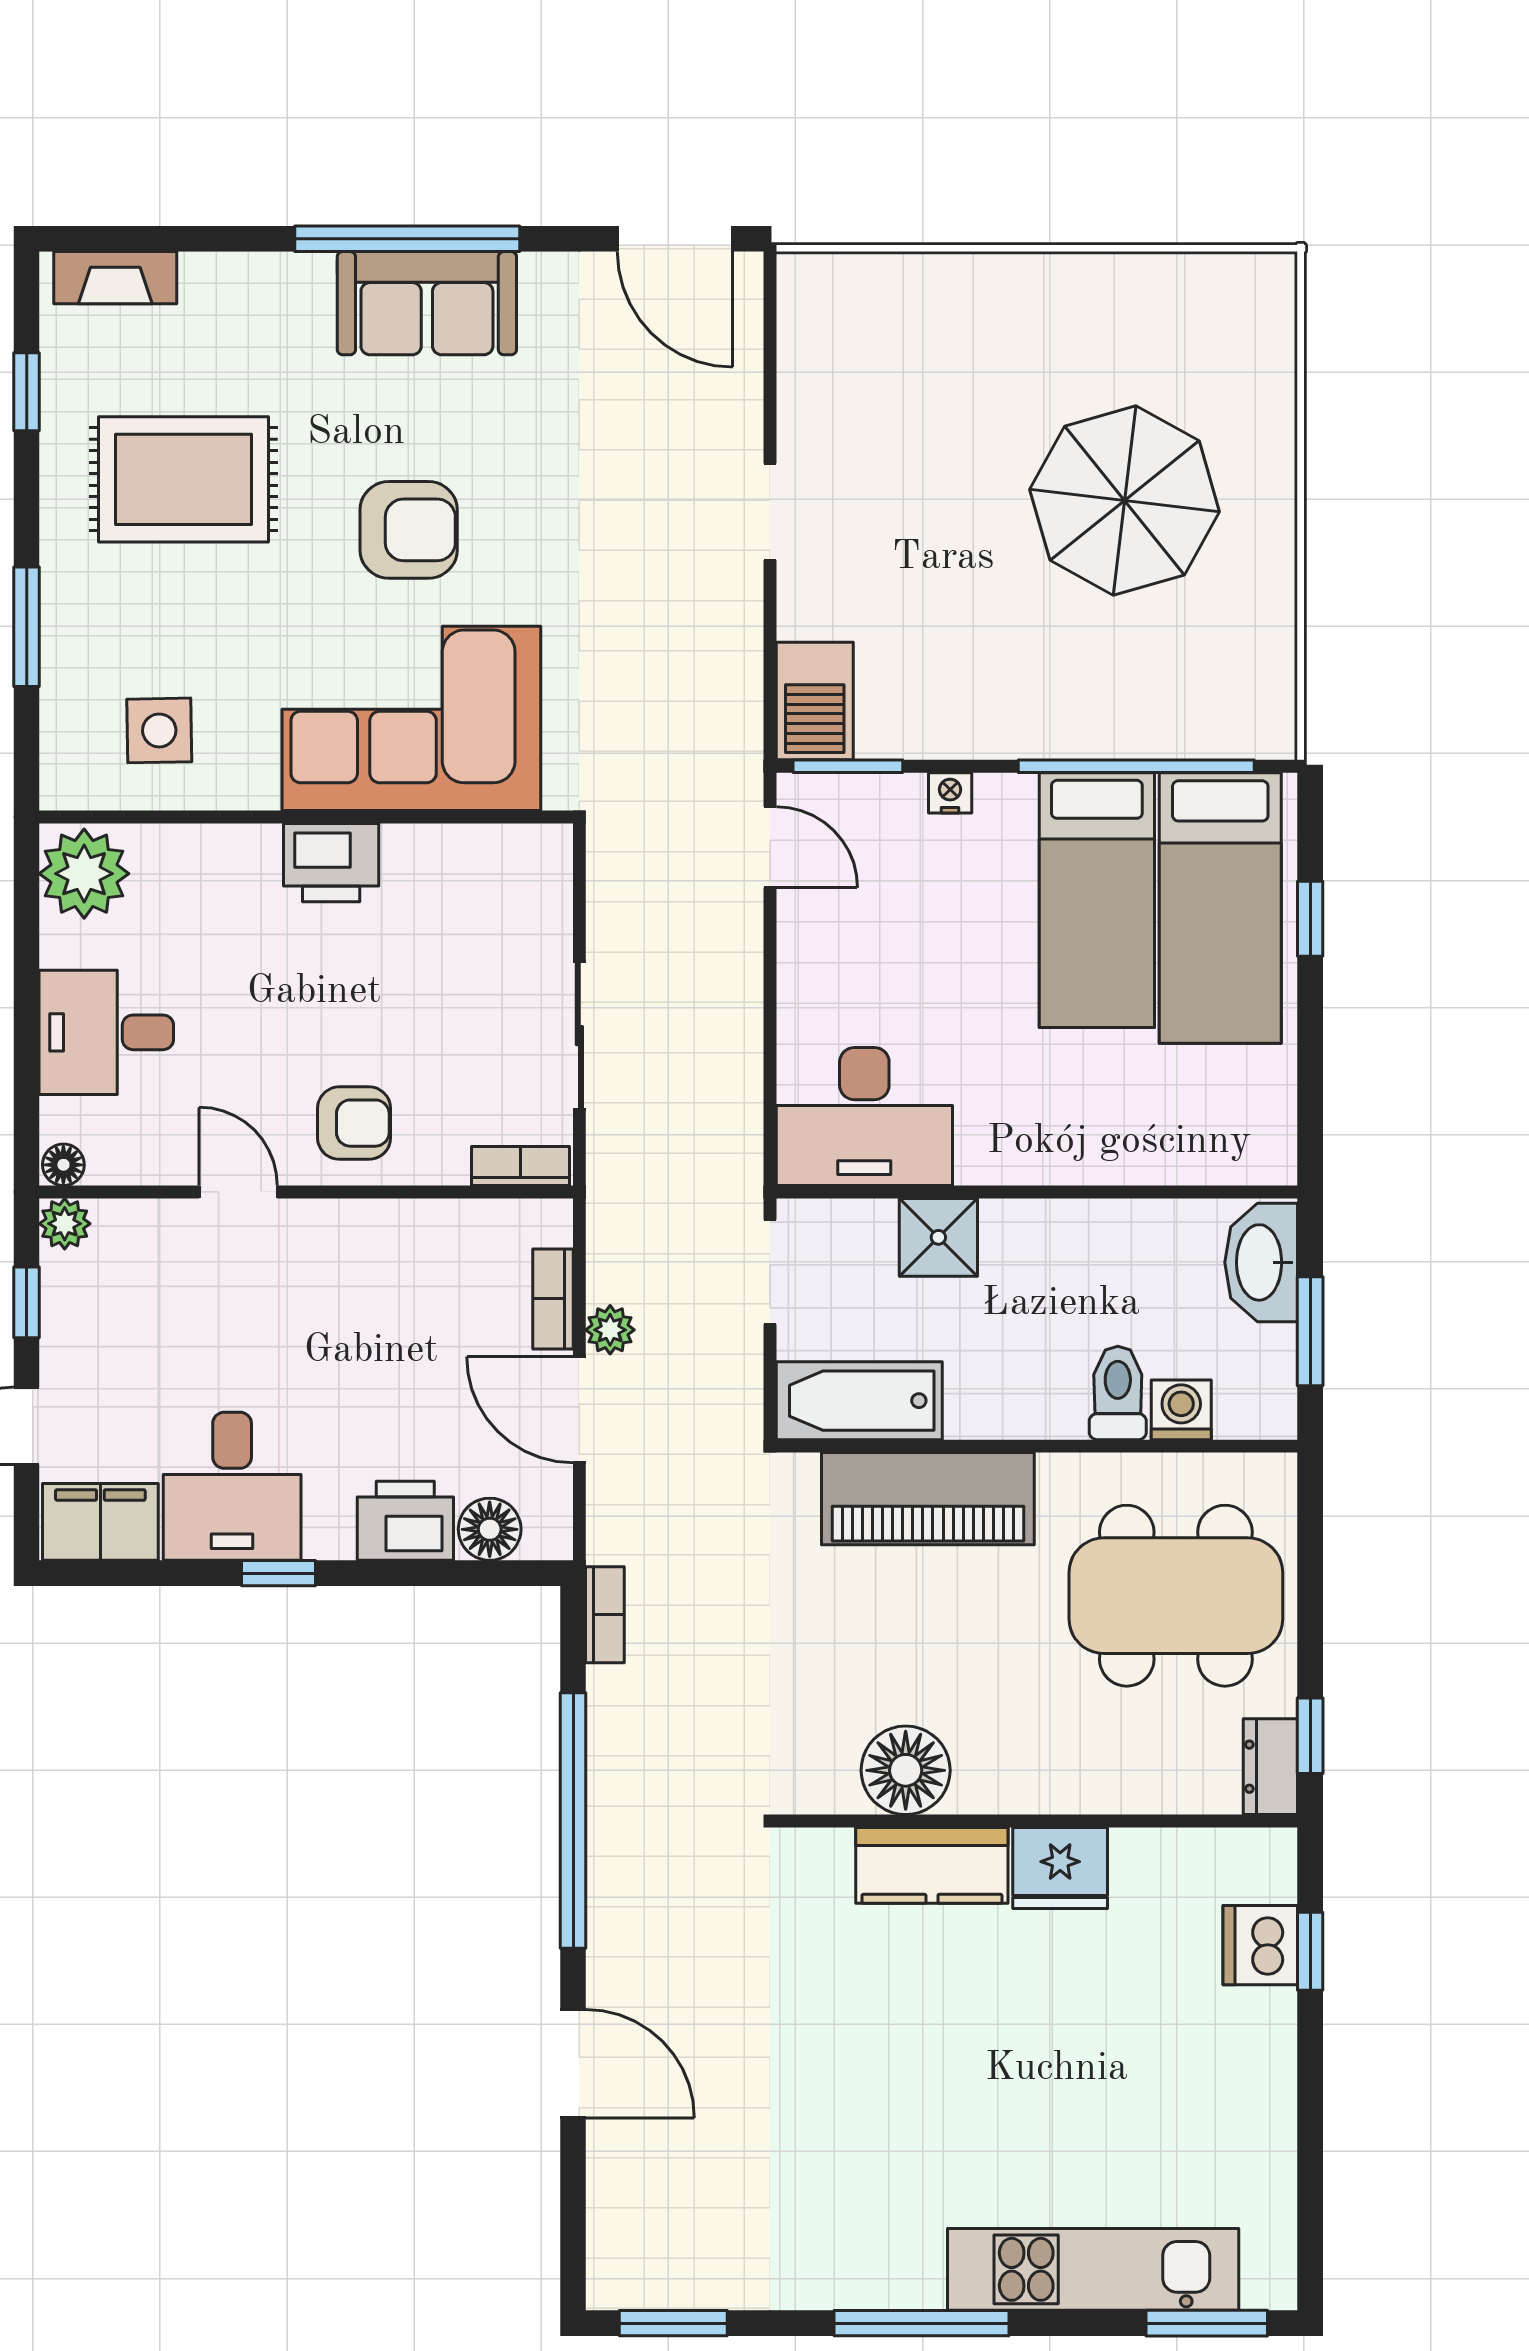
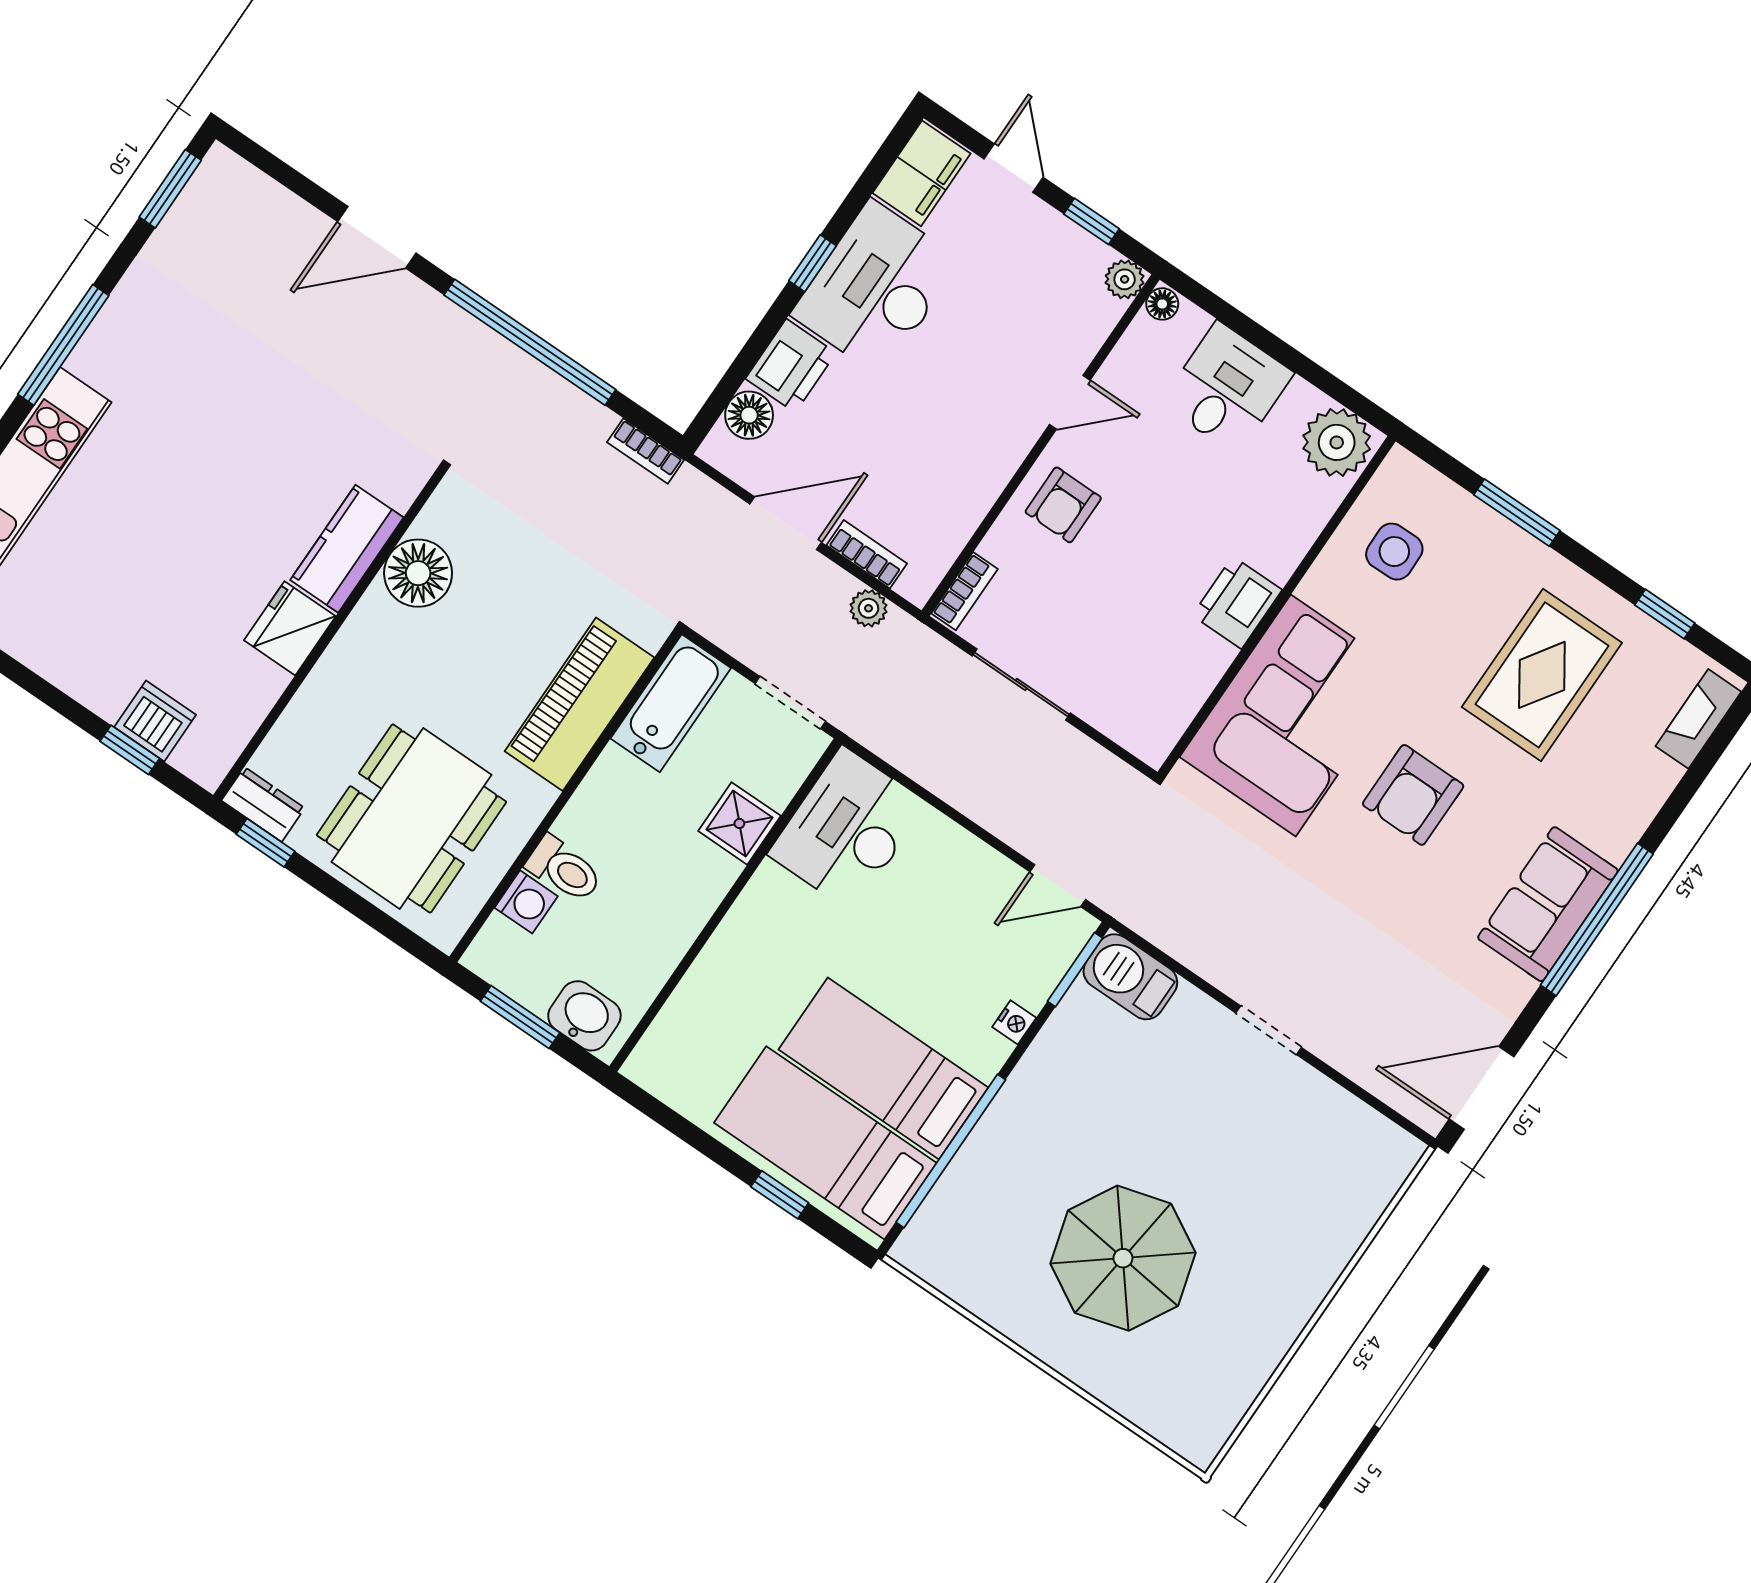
washbasin: (1261, 1262) -> (584, 1016), width x0.72
plant: (610, 1330) -> (869, 608), moved
desk: (232, 1486) -> (876, 288), width x1.37

